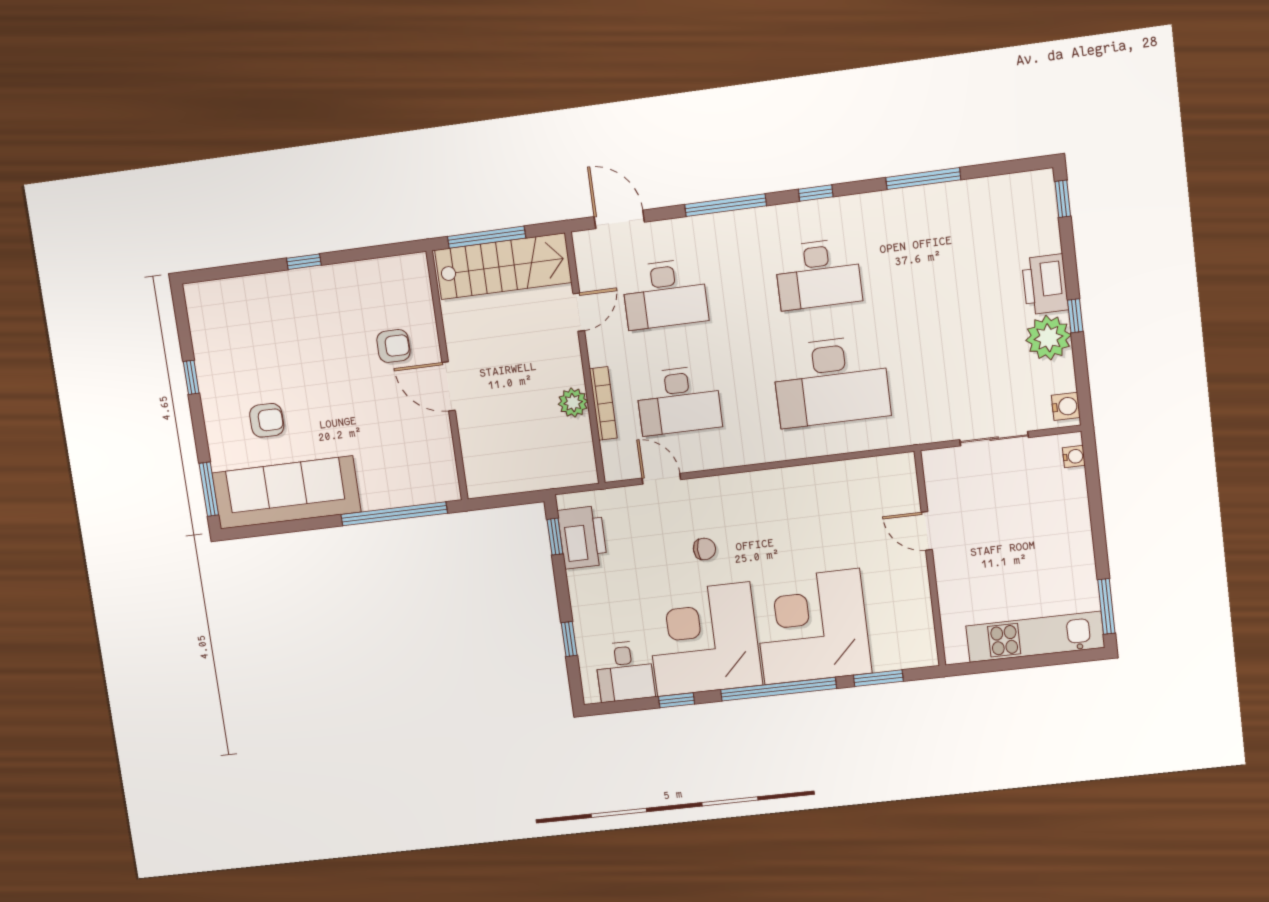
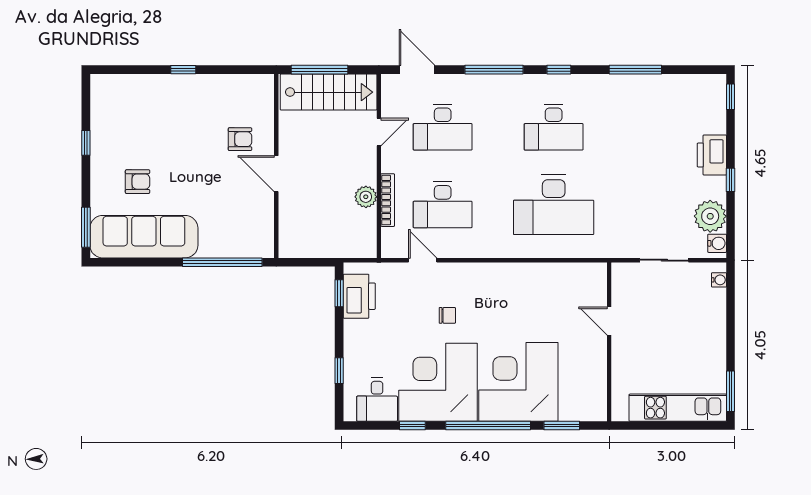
plant: (1048, 338) -> (710, 216), moved

